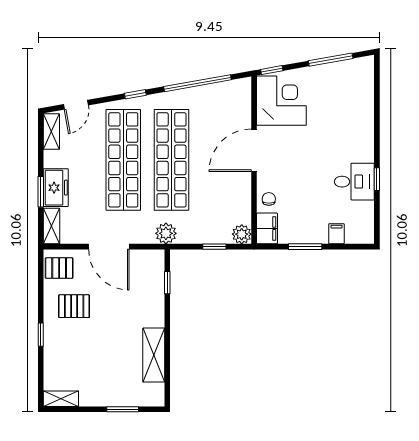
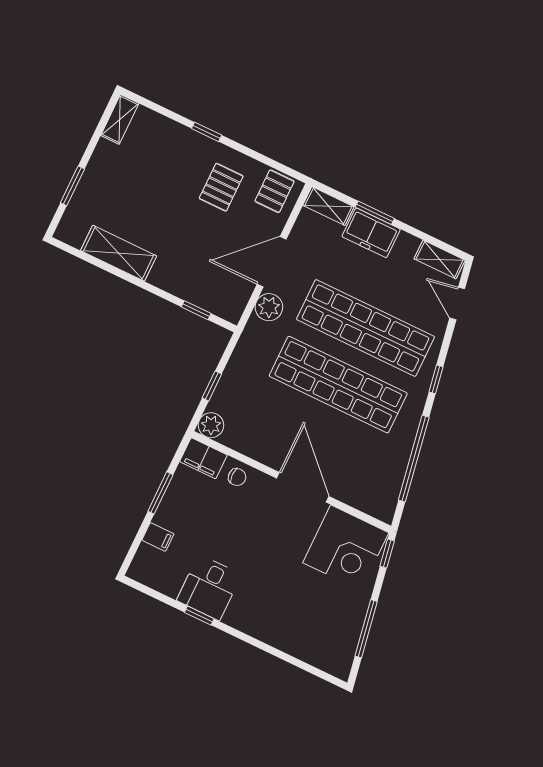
plant: (166, 233) -> (269, 307), moved

